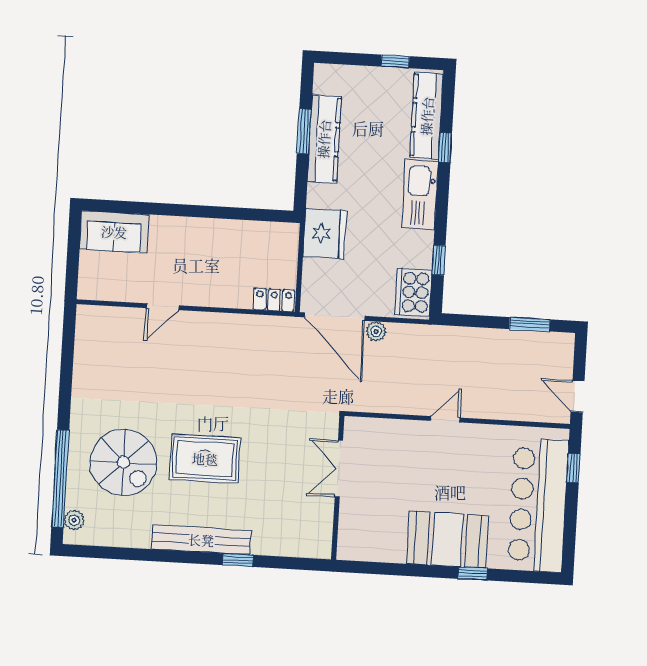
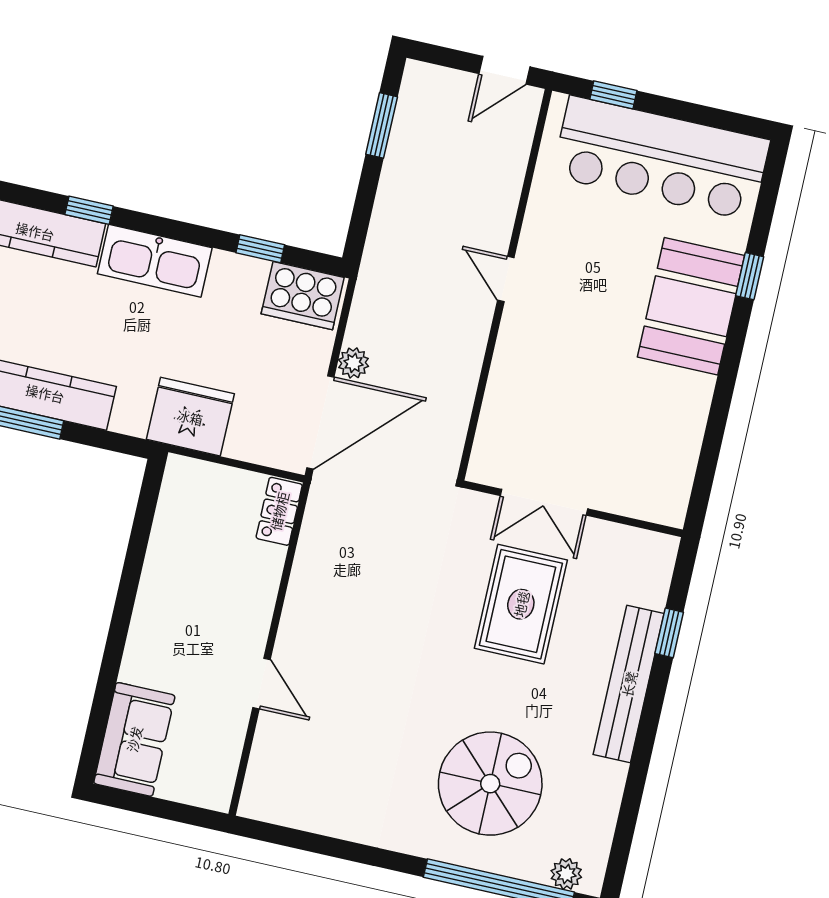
rug: (205, 459) -> (521, 604), moved
double door: (339, 469) -> (544, 502), moved
wall: (338, 488) -> (573, 509), moved

